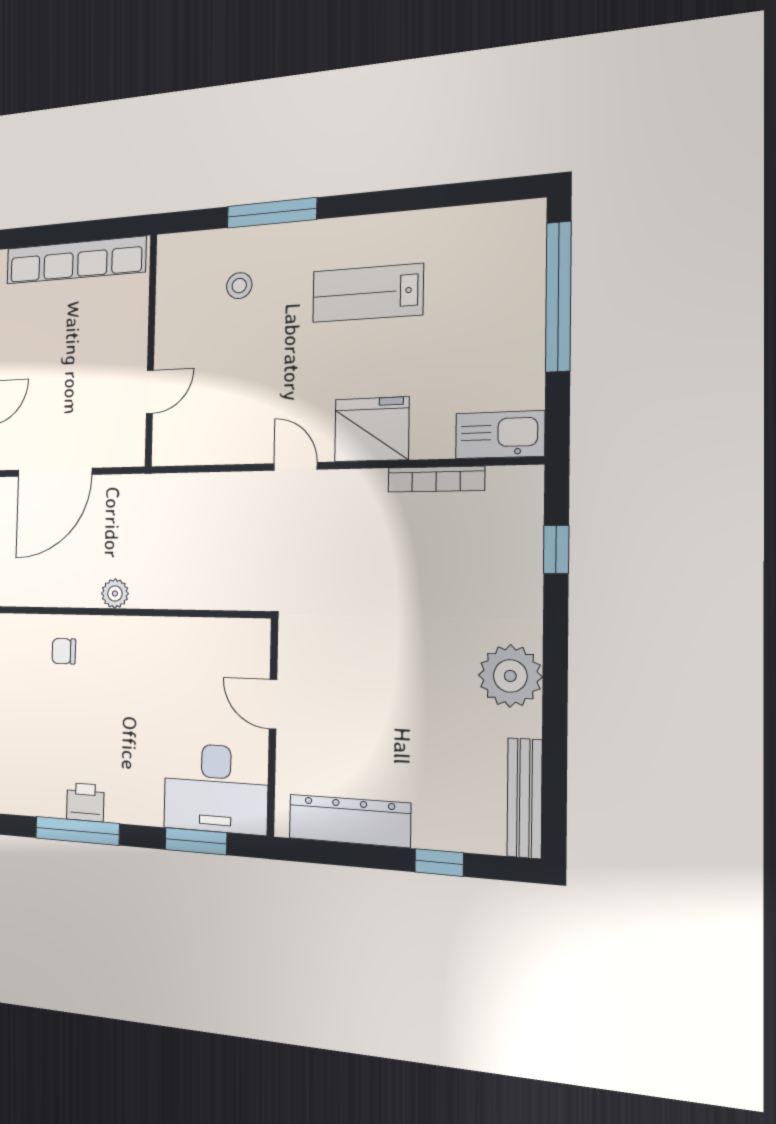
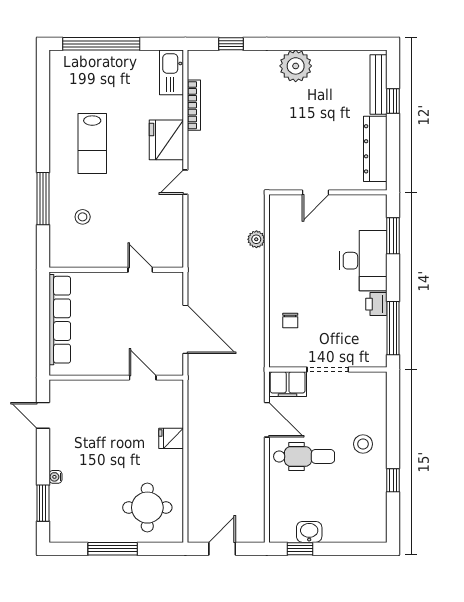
plant: (115, 593) -> (256, 239), moved
desk: (216, 788) -> (363, 261), moved
bench: (525, 798) -> (379, 85), moved, turned 90
window: (77, 831) -> (393, 328), moved

